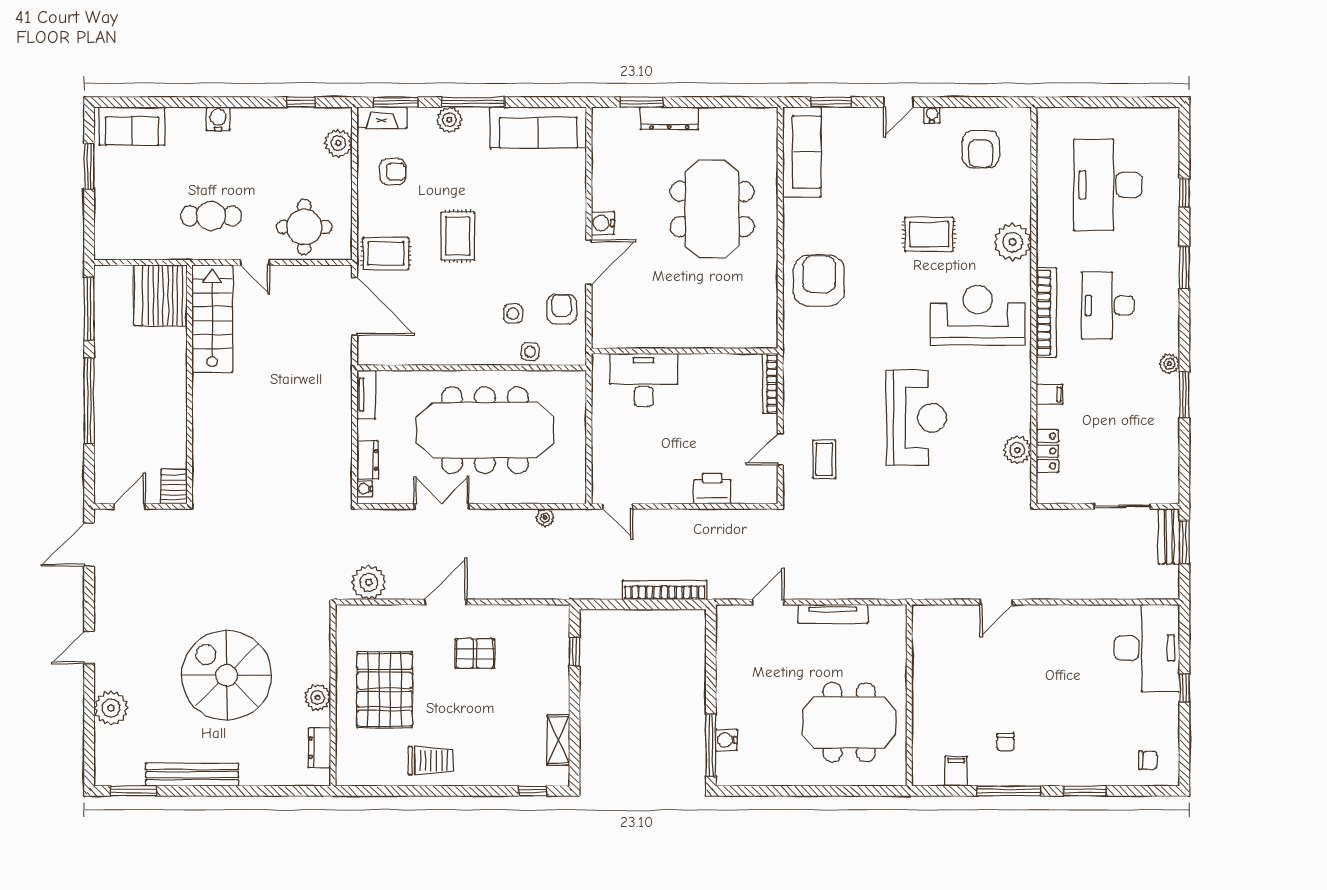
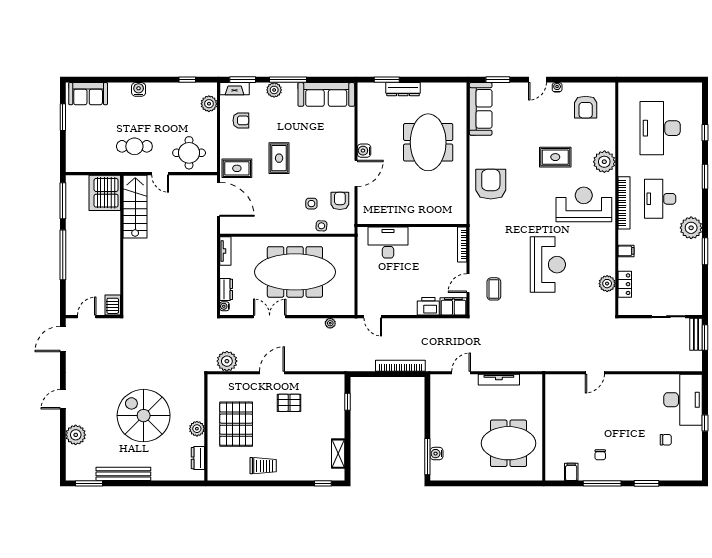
plant: (1169, 364) -> (691, 228), width x1.87, depth x1.87
filing cabinet: (755, 489) -> (453, 306), added
chair: (1148, 760) -> (666, 440), moved

